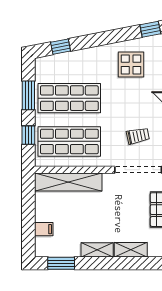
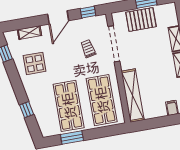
window: (61, 47) -> (27, 110), moved
window: (28, 135) -> (102, 132), removed

